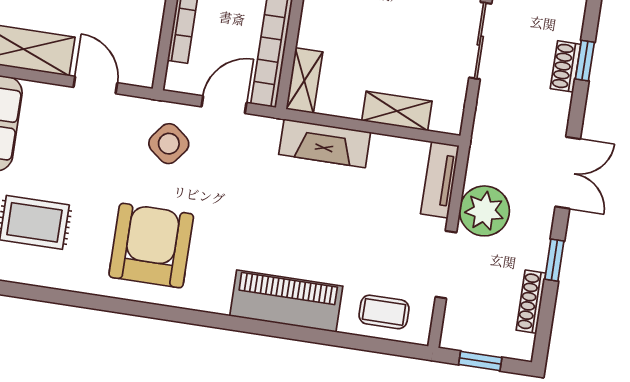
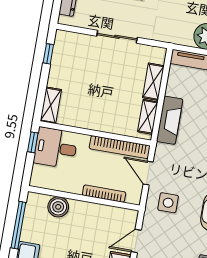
shelving: (304, 80) -> (148, 117), moved, turned 90
side table: (169, 144) -> (168, 203), turned -38

